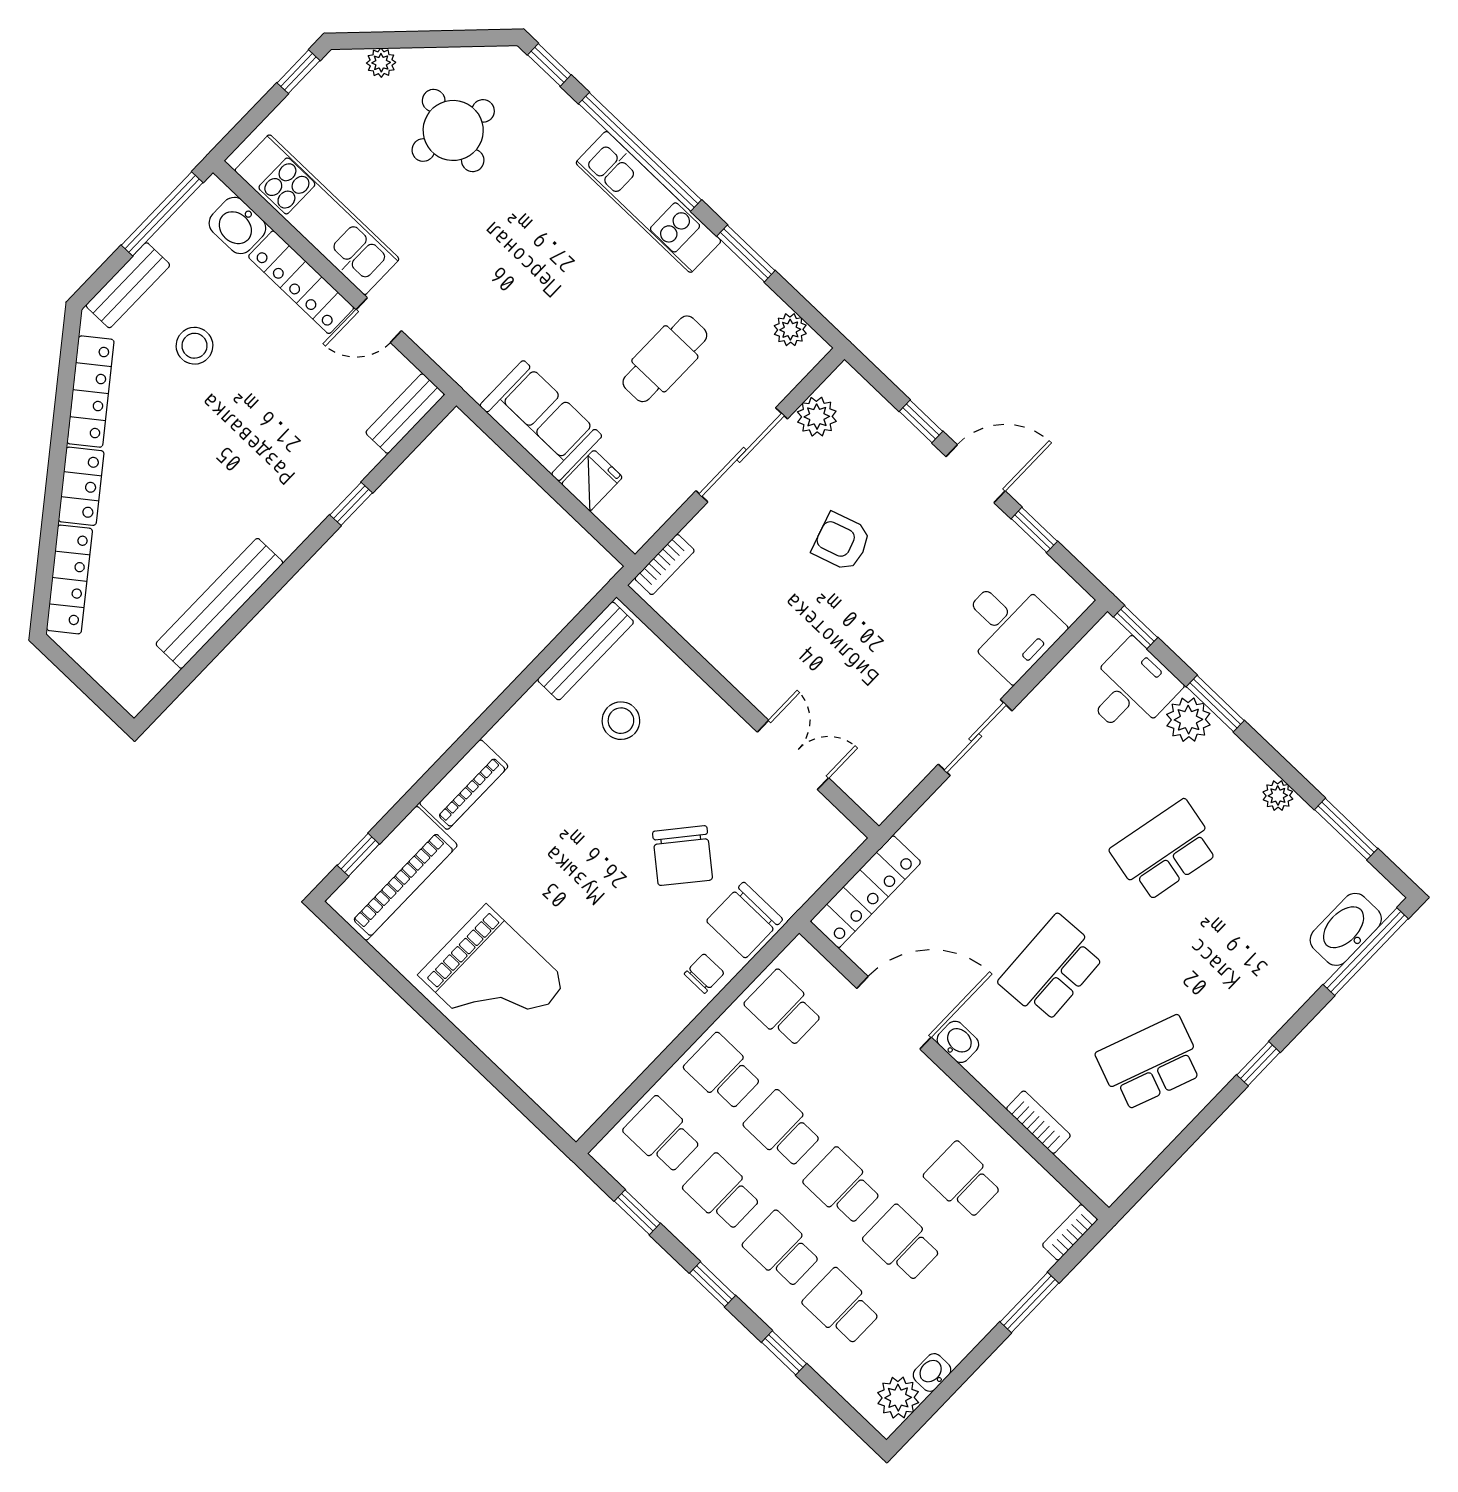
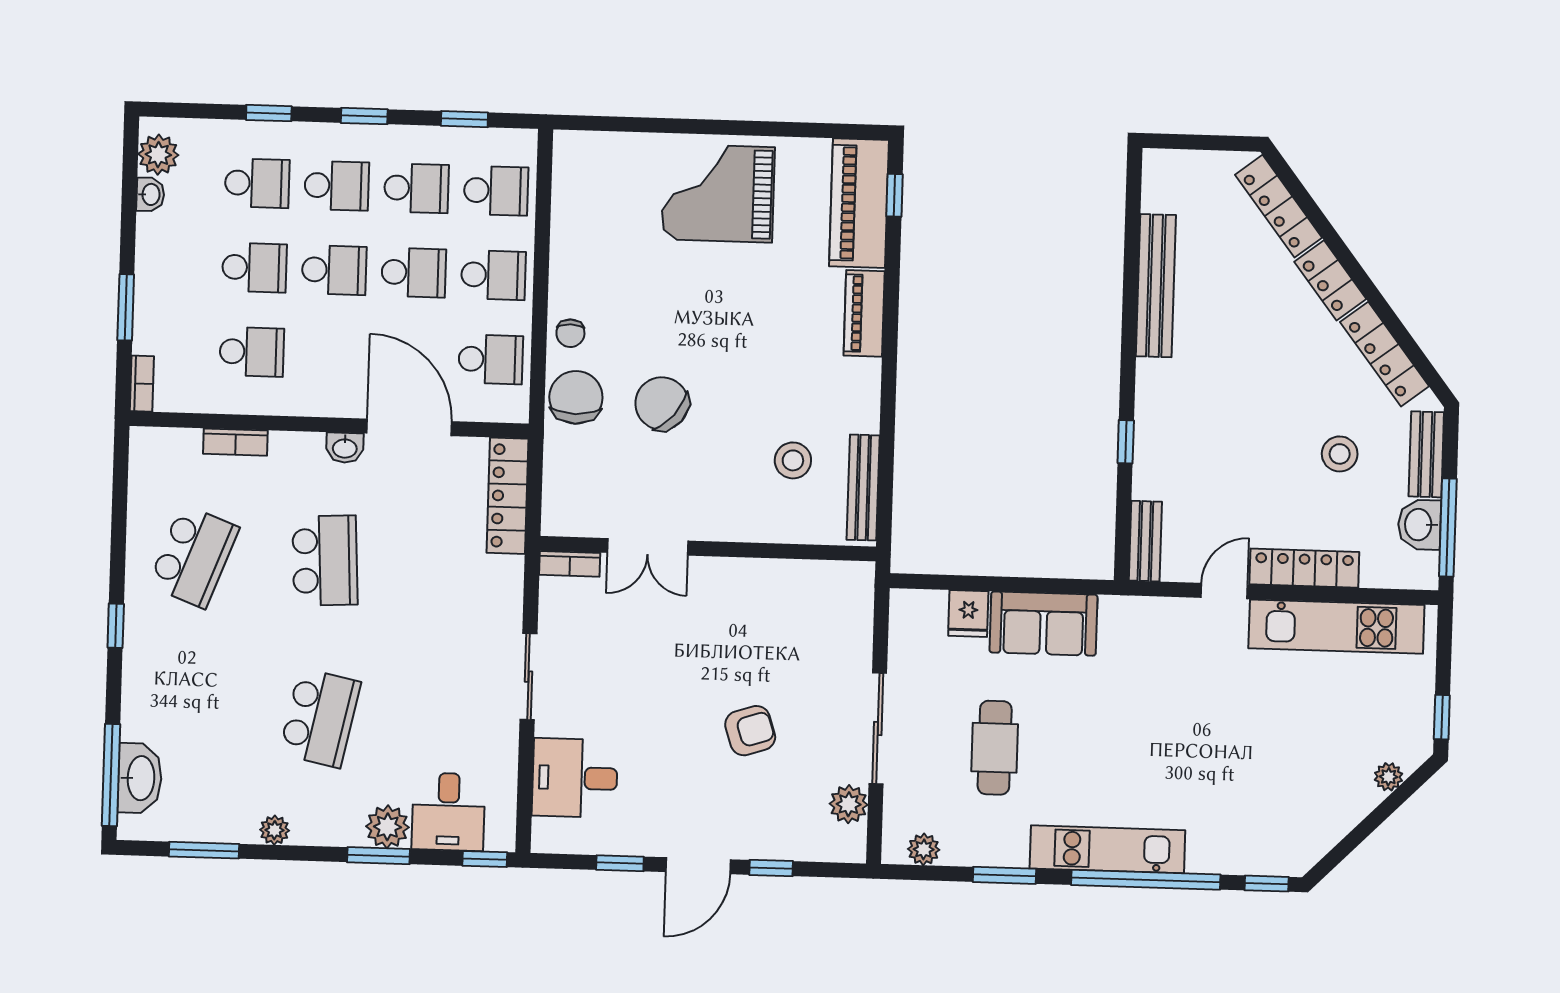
round table: (453, 130) -> (1293, 775), removed
washbasin: (237, 225) -> (1419, 525), moved, turned -90
bookcase: (665, 565) -> (570, 564), moved, turned -90
door: (894, 1013) -> (409, 427), swing flipped

